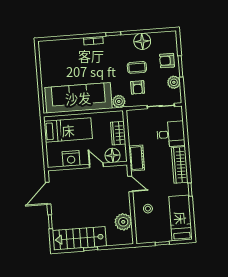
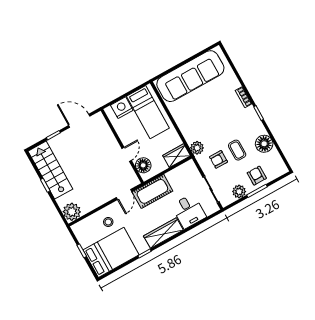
sofa: (78, 98) -> (190, 76), moved, turned 90
wardrobe: (118, 133) -> (177, 156), moved
nightstand: (71, 158) -> (122, 108), moved, turned 90
cot: (137, 158) -> (152, 191), width x1.37, depth x1.34
bed: (181, 218) -> (111, 252), width x1.50
plant: (123, 222) -> (72, 212), moved

